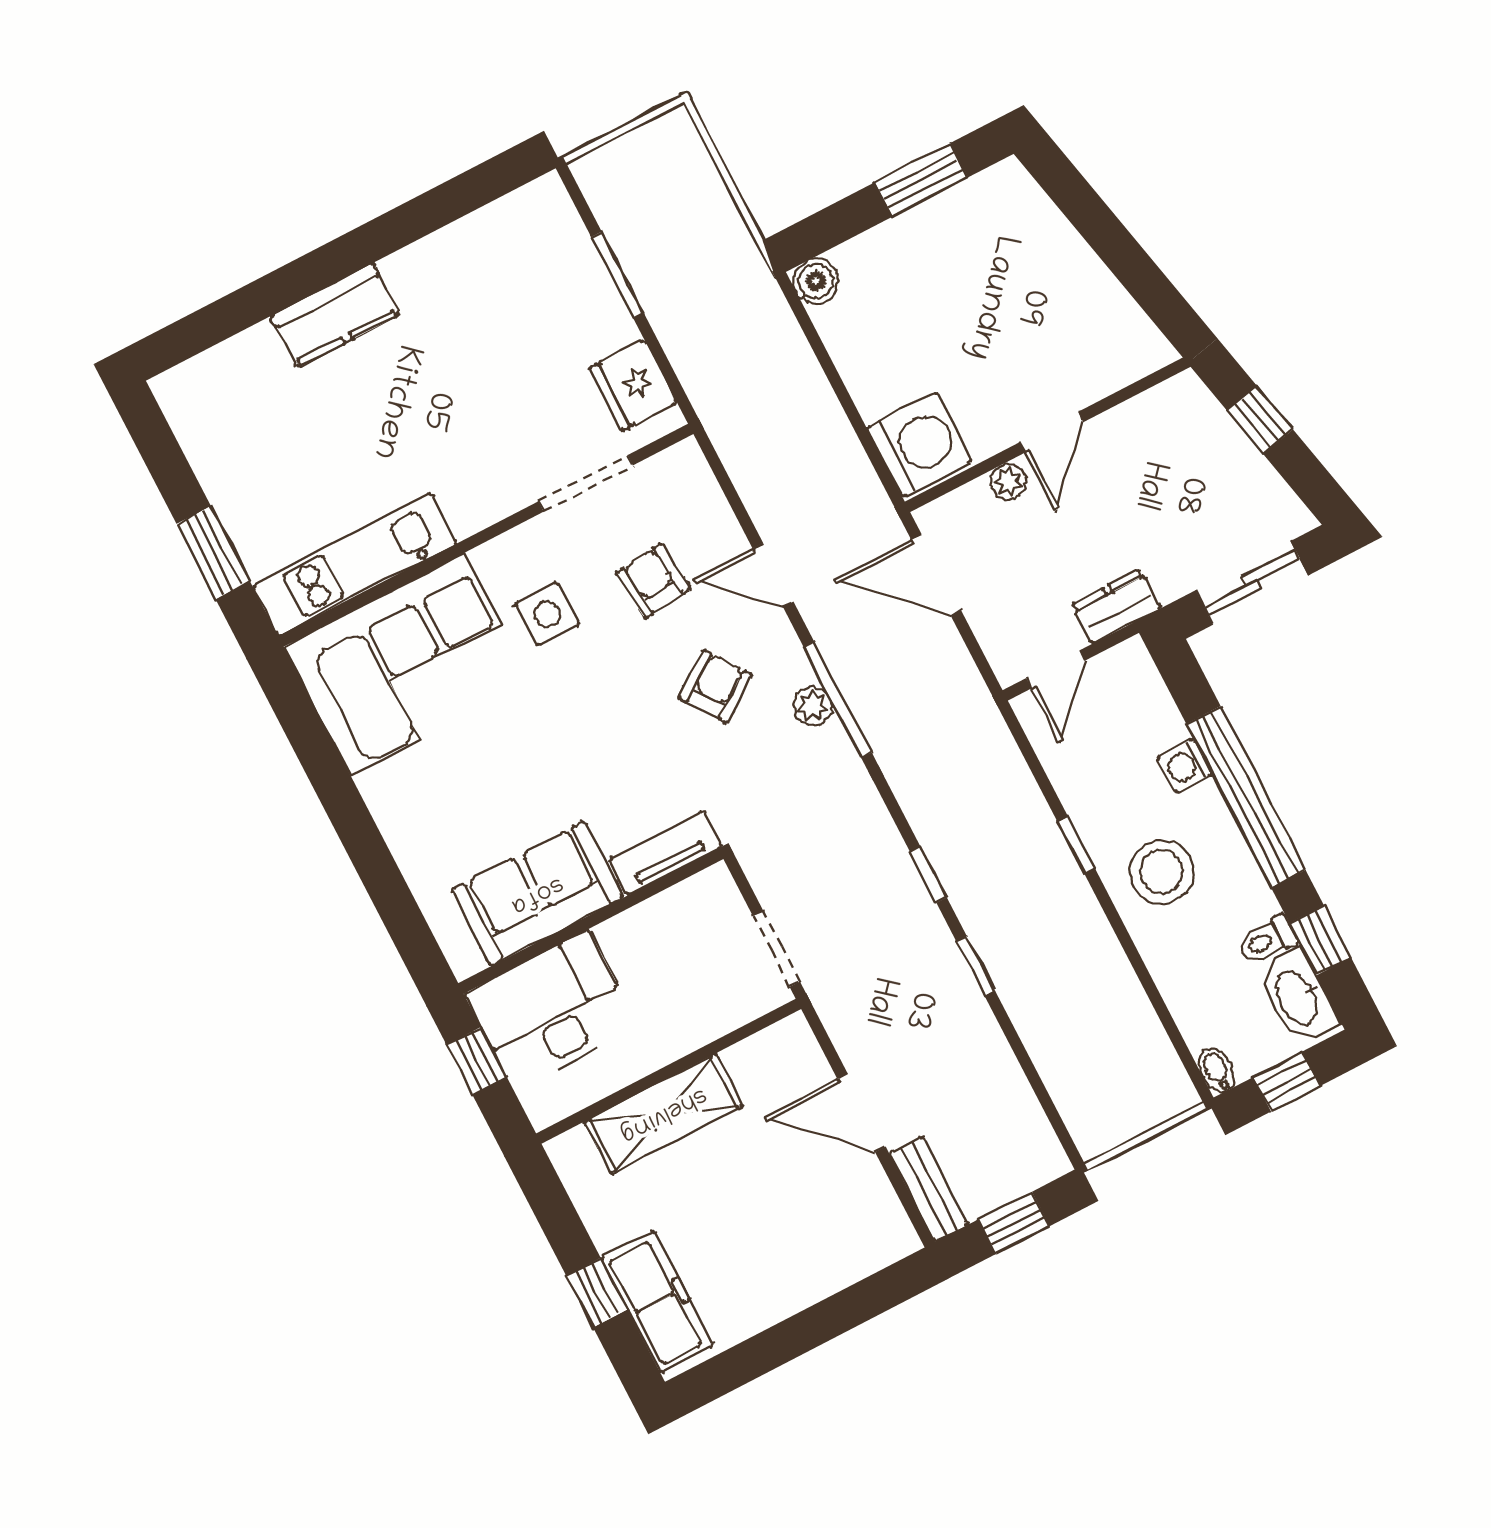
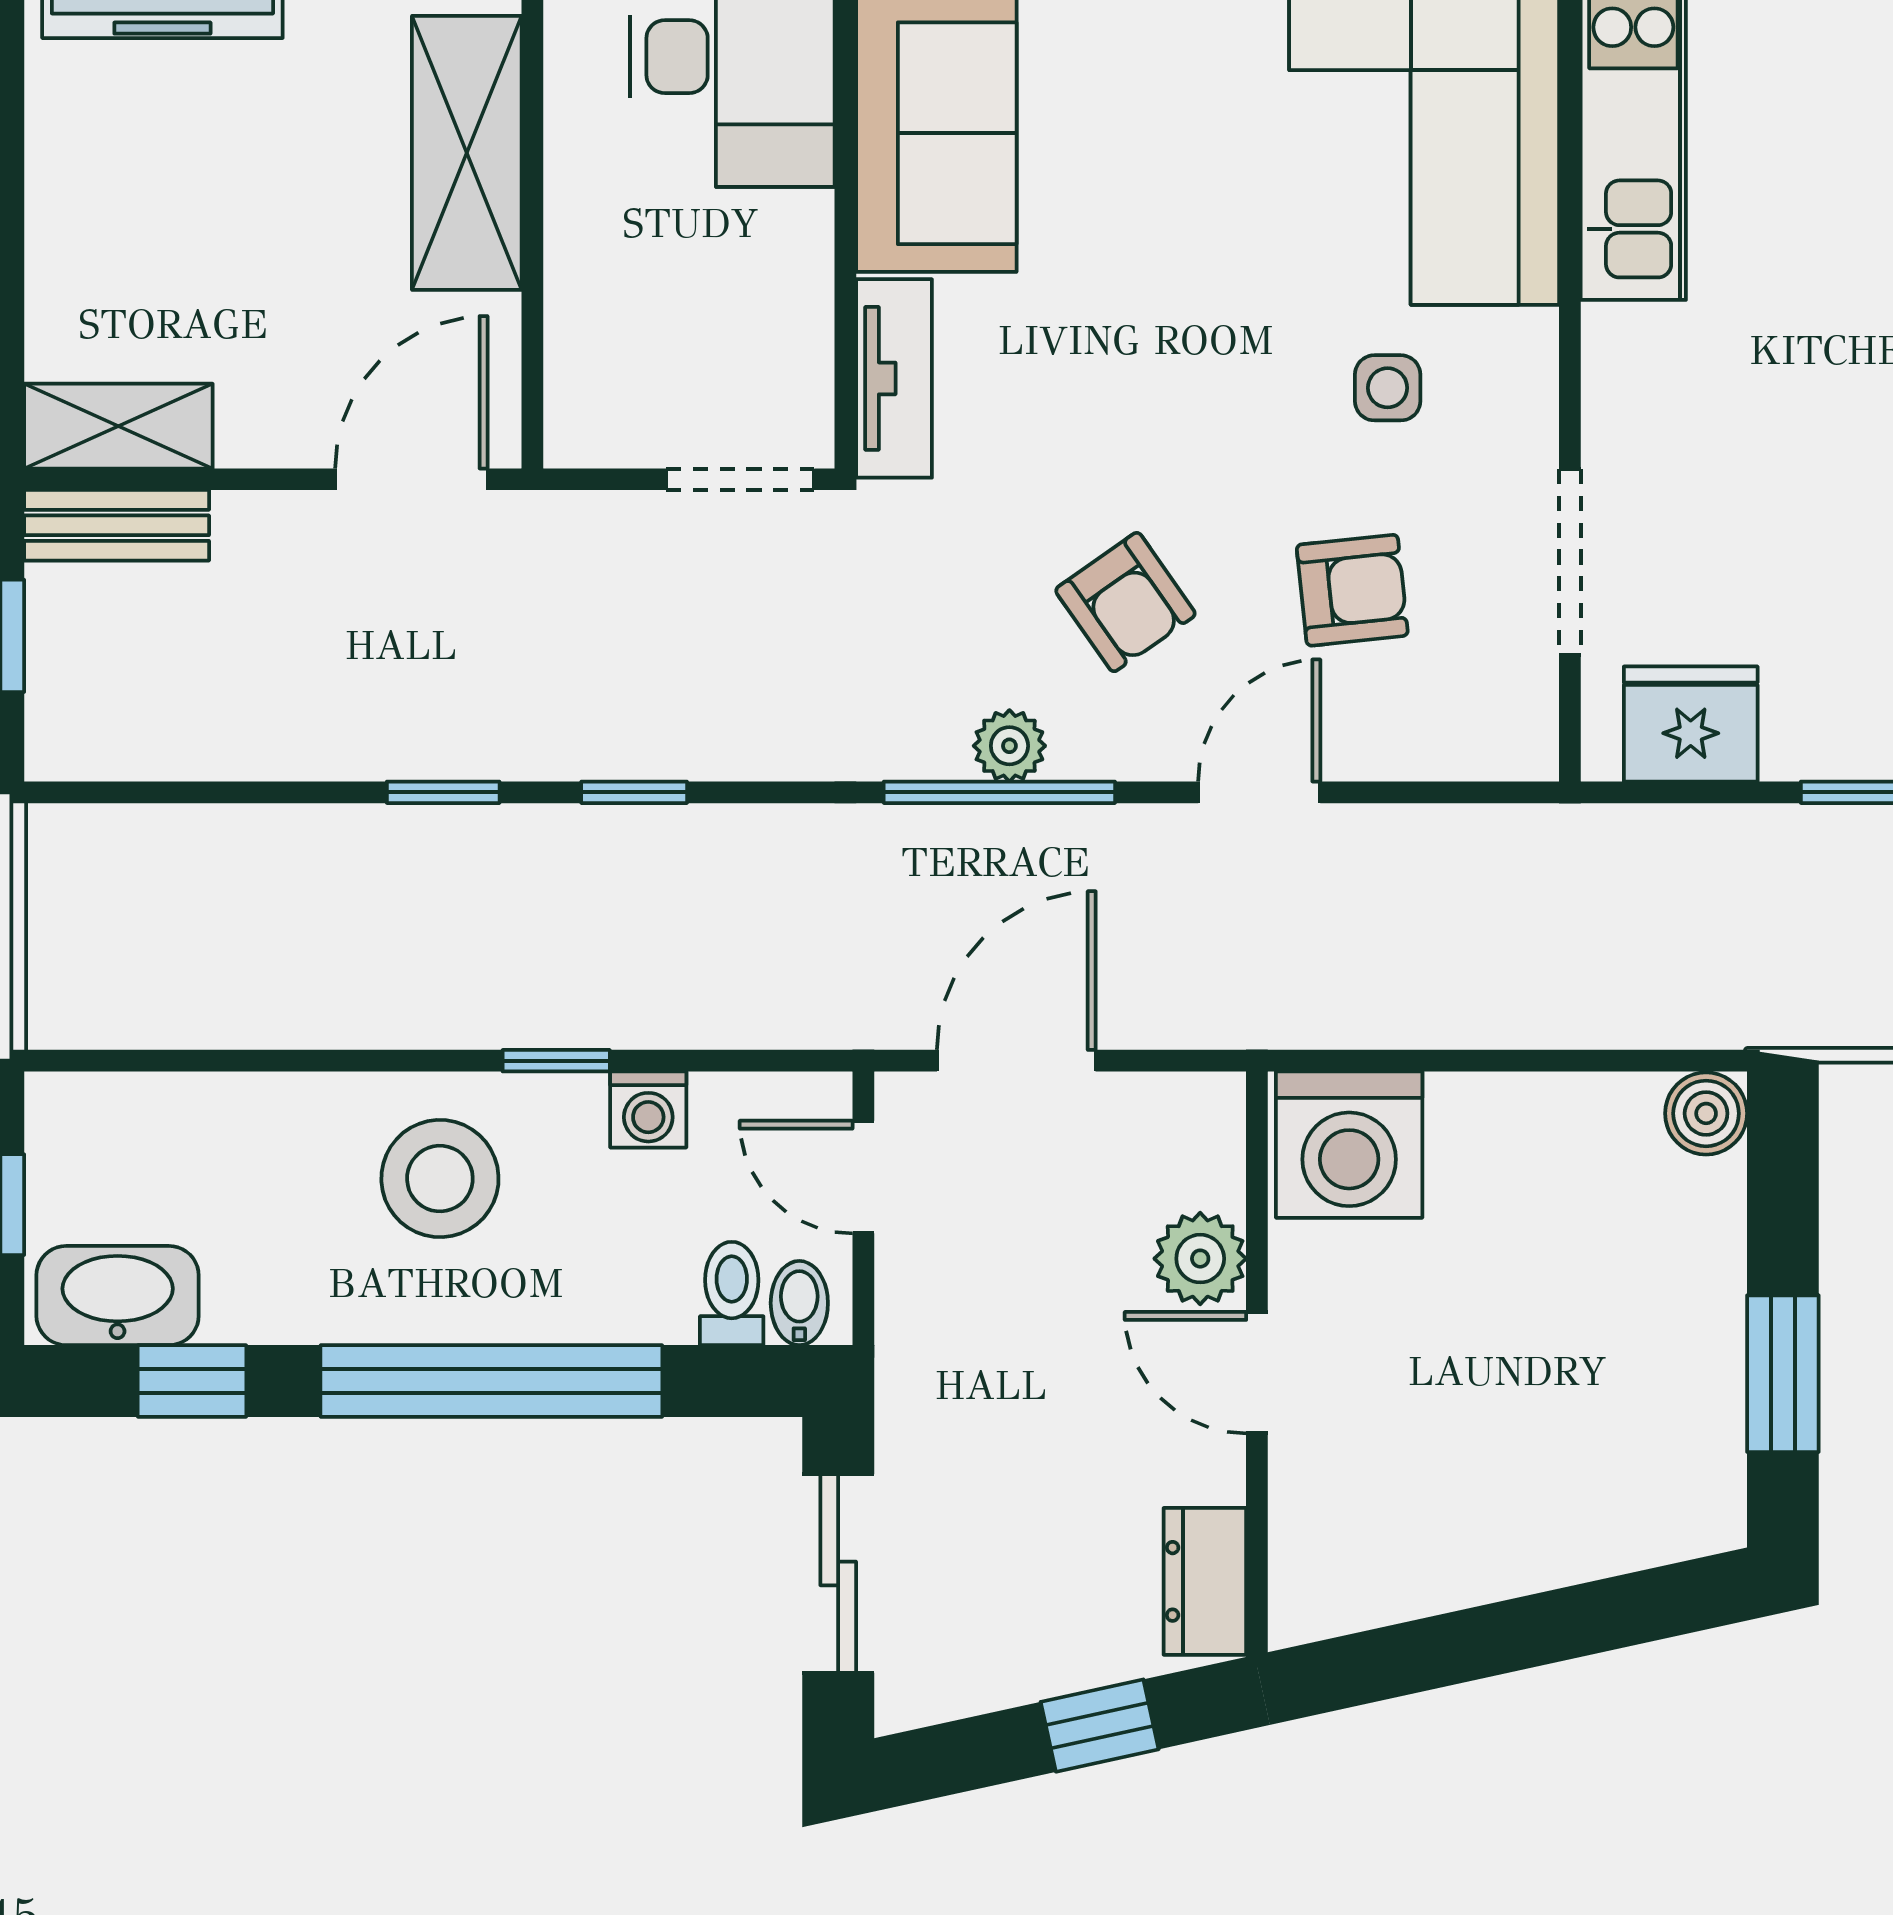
plant: (1008, 482) -> (1200, 1259), width x1.37, depth x1.37
door: (936, 575) -> (1016, 1061), moved
dresser: (1116, 606) -> (1205, 1581), moved, turned 180
side table: (547, 614) -> (1388, 388), width x0.73, depth x0.73
washing machine: (1185, 766) -> (648, 1110), moved, turned 180
toilet: (1267, 940) -> (732, 1293), moved
doorway: (776, 949) -> (740, 479), moved
bidet: (1217, 1070) -> (799, 1303), moved, turned -90
door: (861, 1113) -> (411, 479), moved
shelving: (881, 1213) -> (118, 426), added

